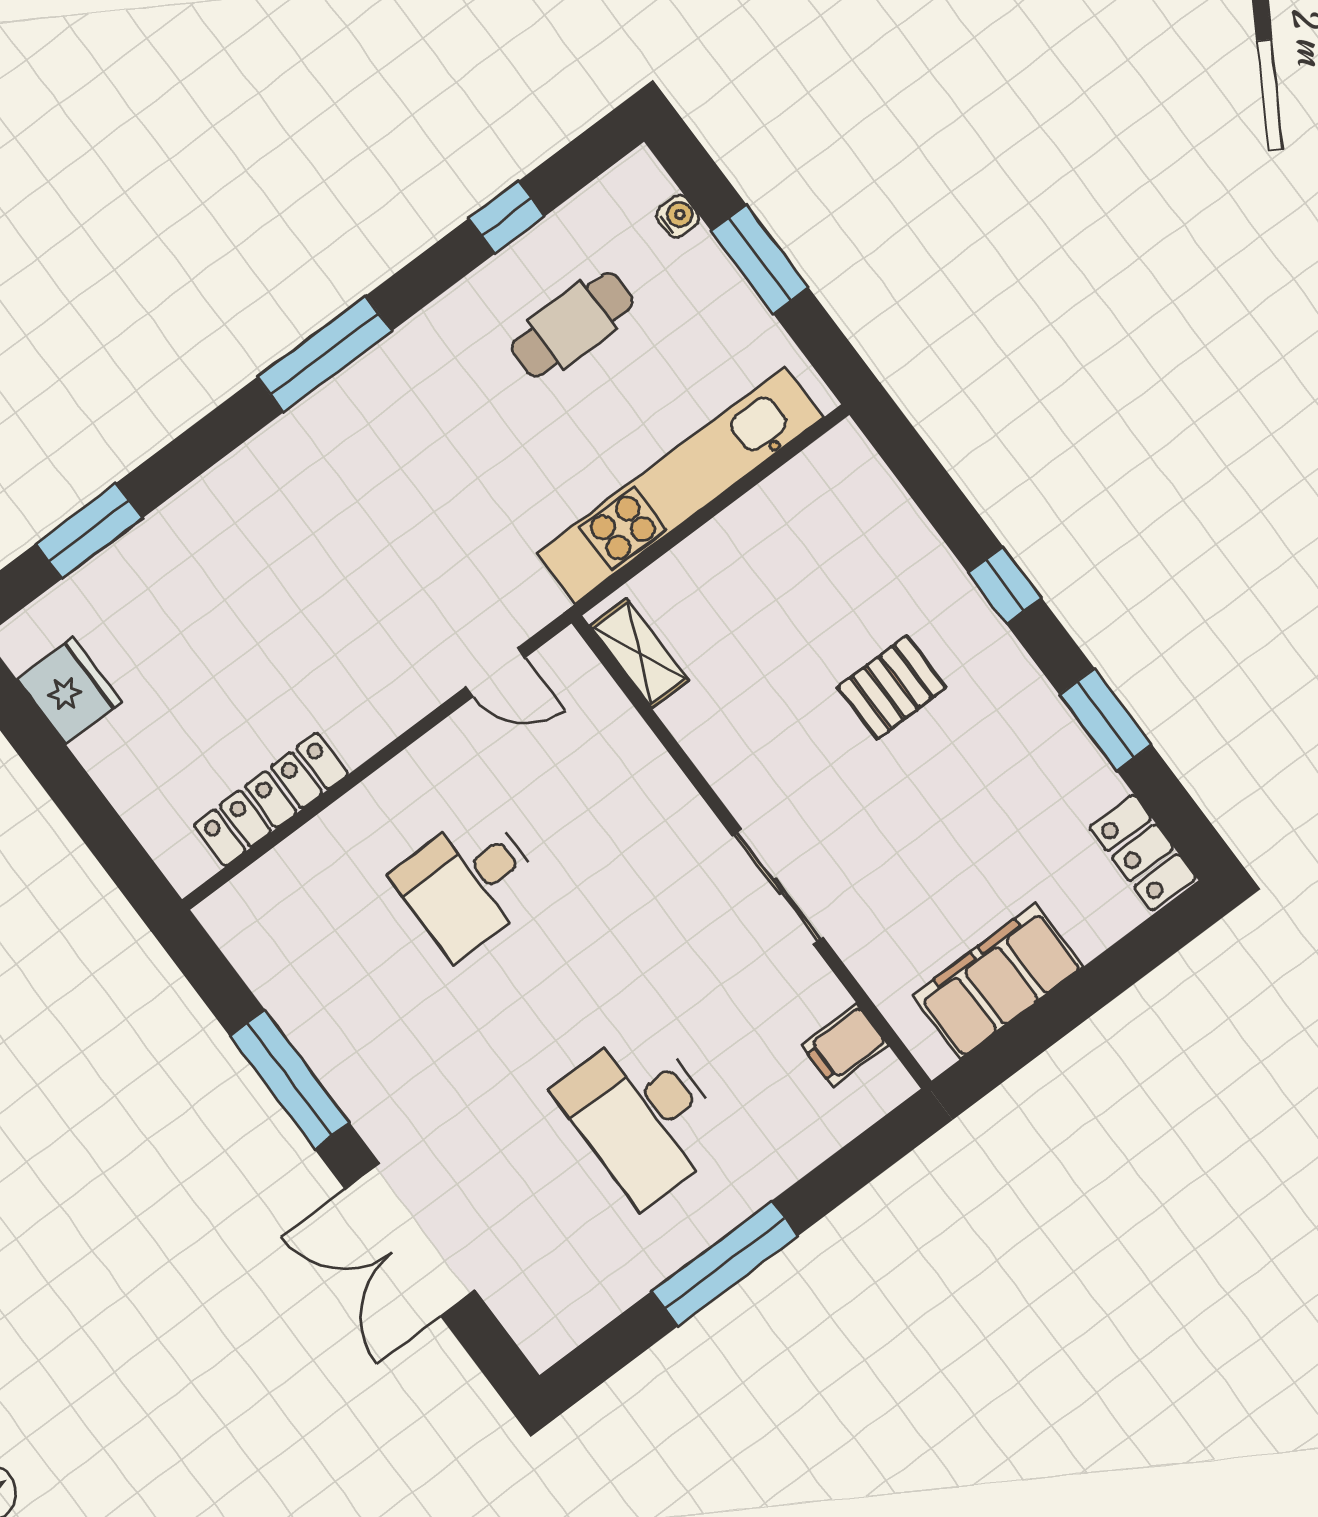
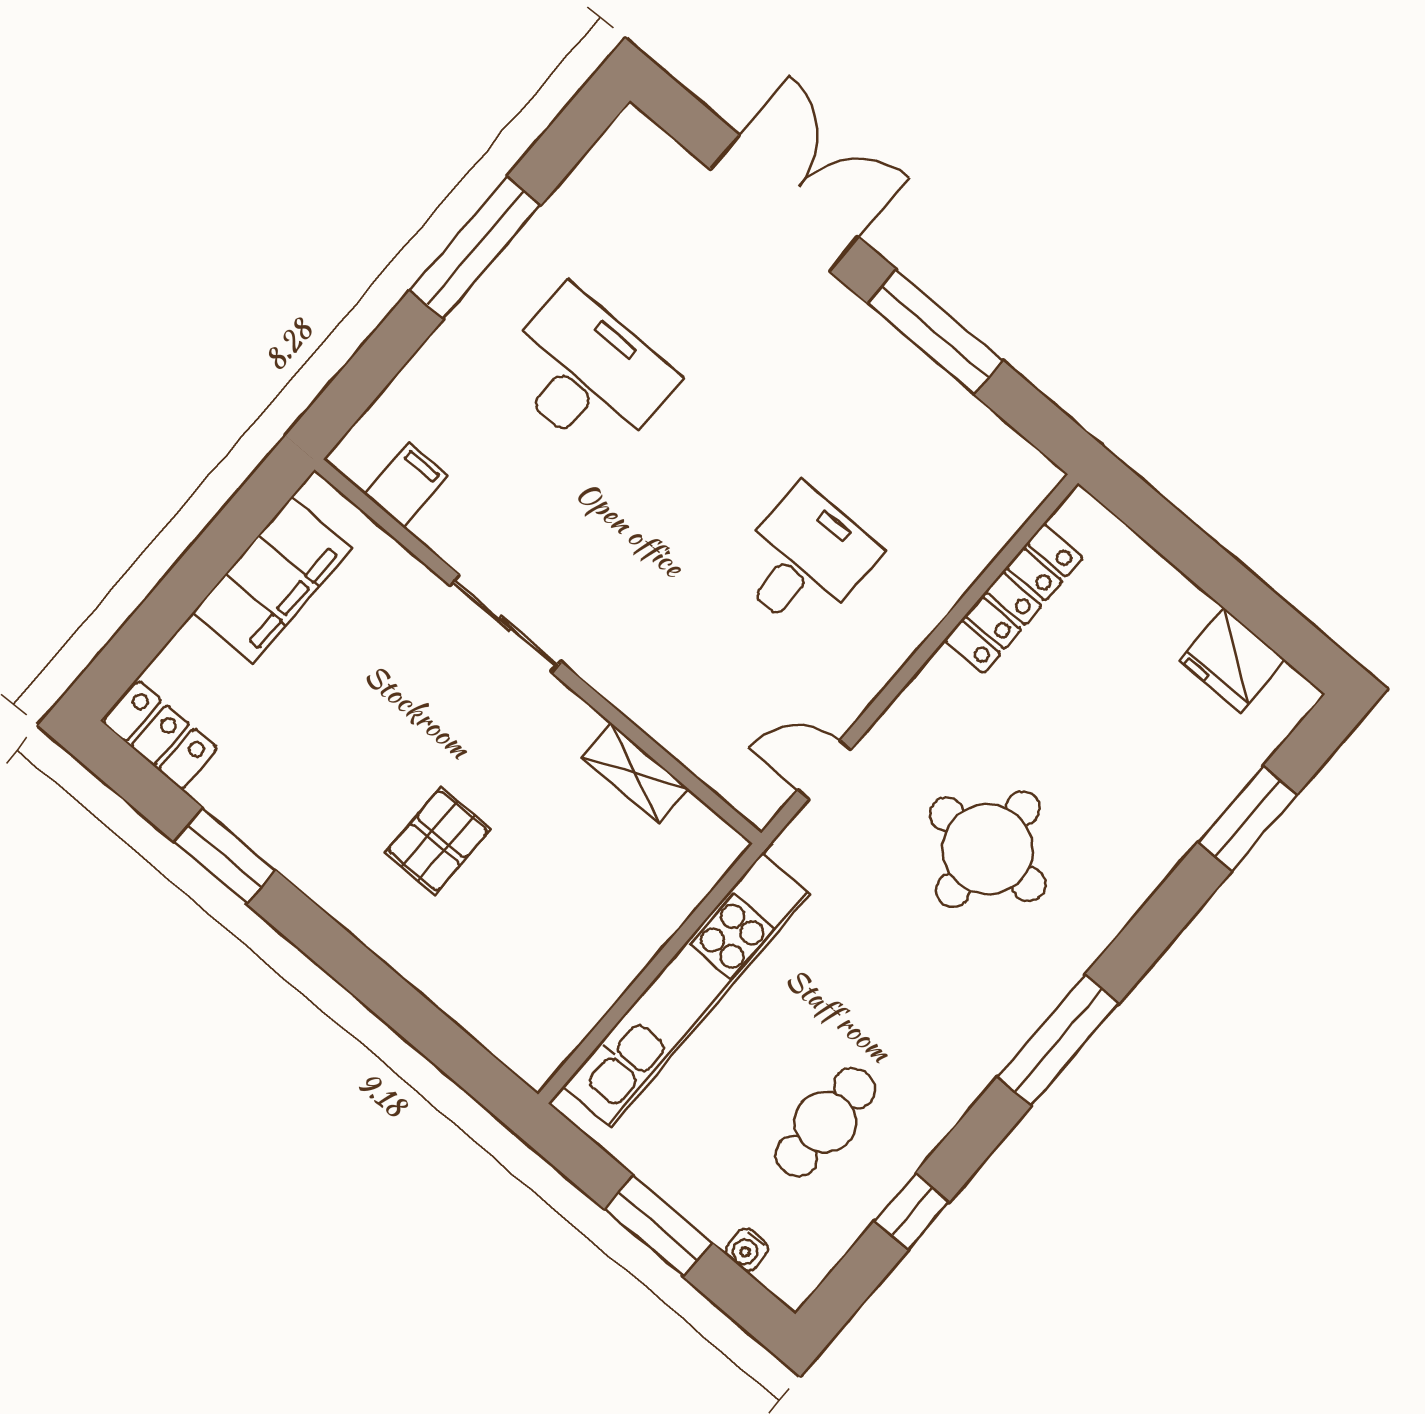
round table: (352, 558) -> (988, 849), added
window: (1005, 585) -> (351, 964), removed
shelving: (639, 653) -> (635, 773), moved

